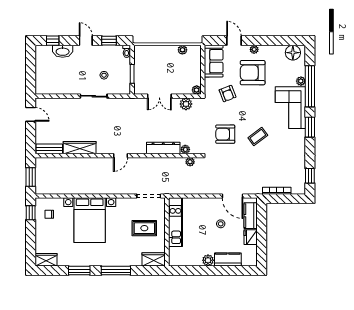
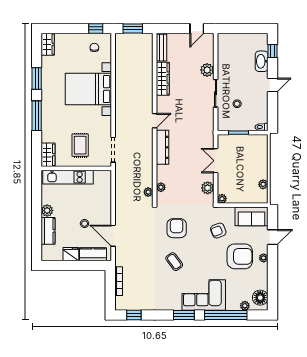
window: (109, 41) -> (273, 109), removed
armchair: (253, 73) -> (240, 256), turned 90
plant: (301, 81) -> (245, 306), moved
plant: (71, 104) -> (207, 70), added
dresser: (163, 148) -> (162, 147), moved
door: (120, 156) -> (155, 121), swing flipped
door: (233, 196) -> (113, 236), hinge flipped
kitchen unit: (175, 222) -> (68, 177), moved

